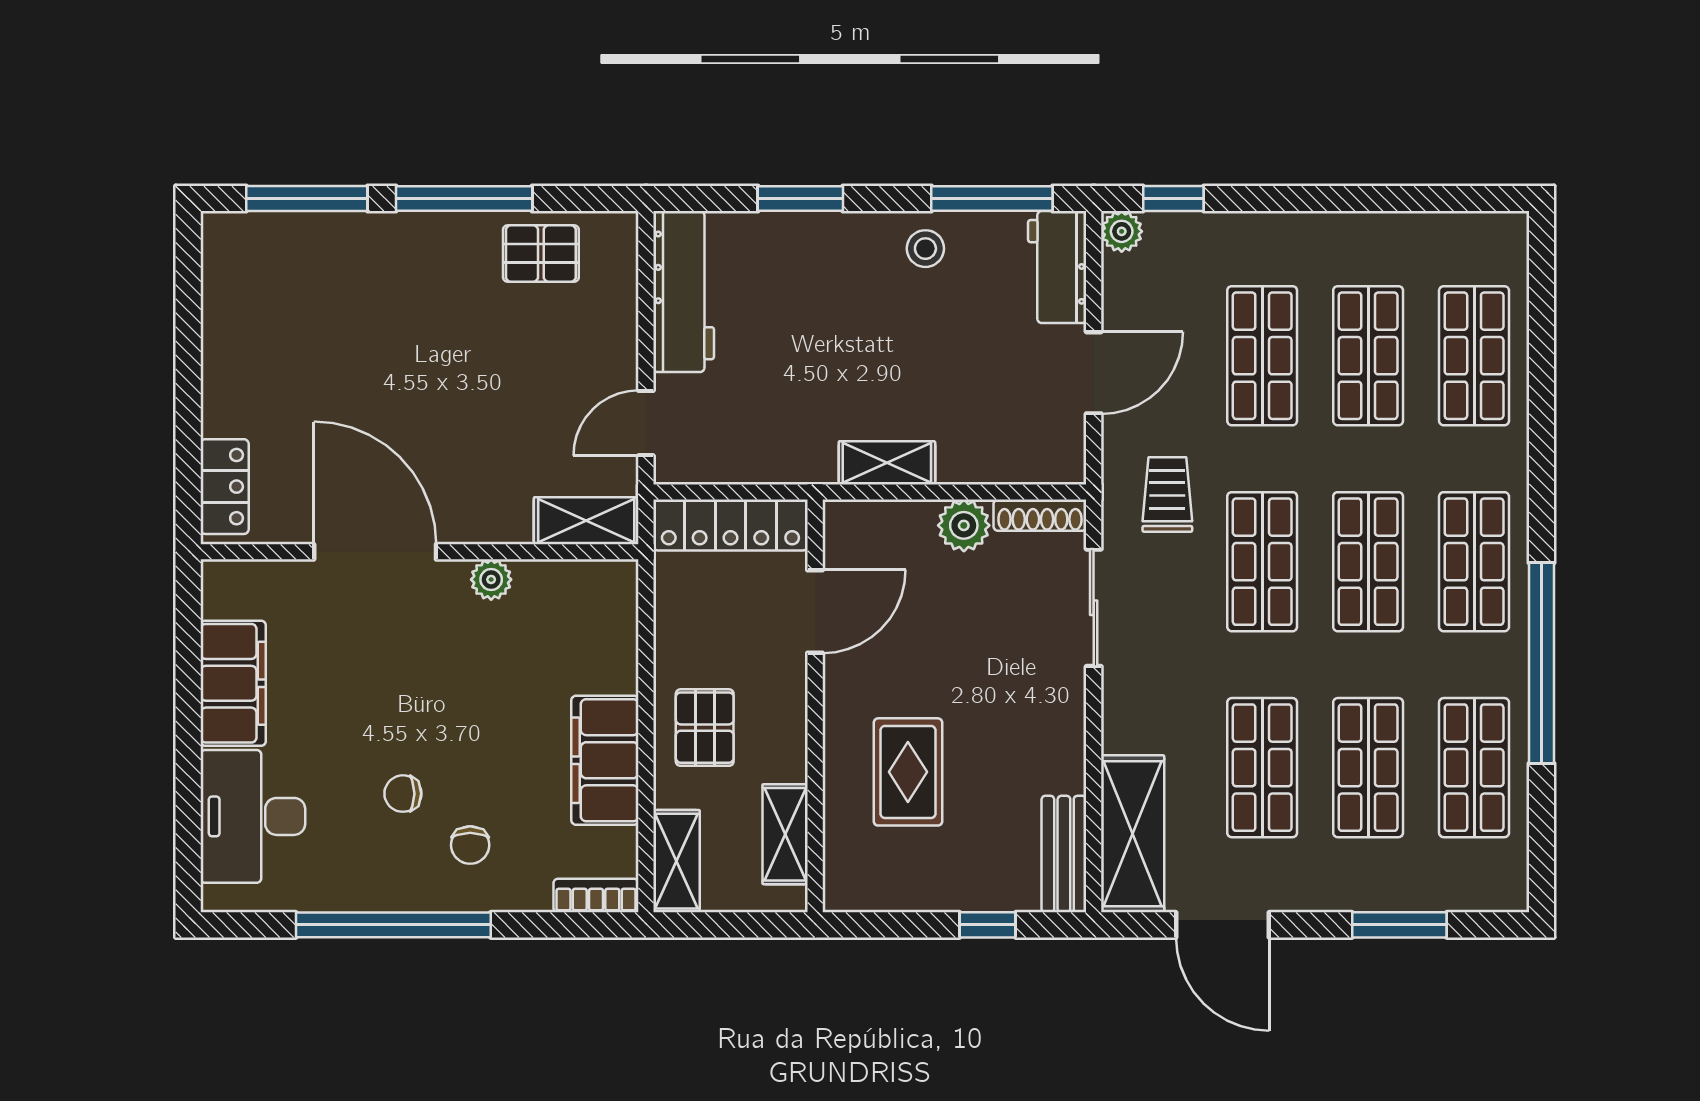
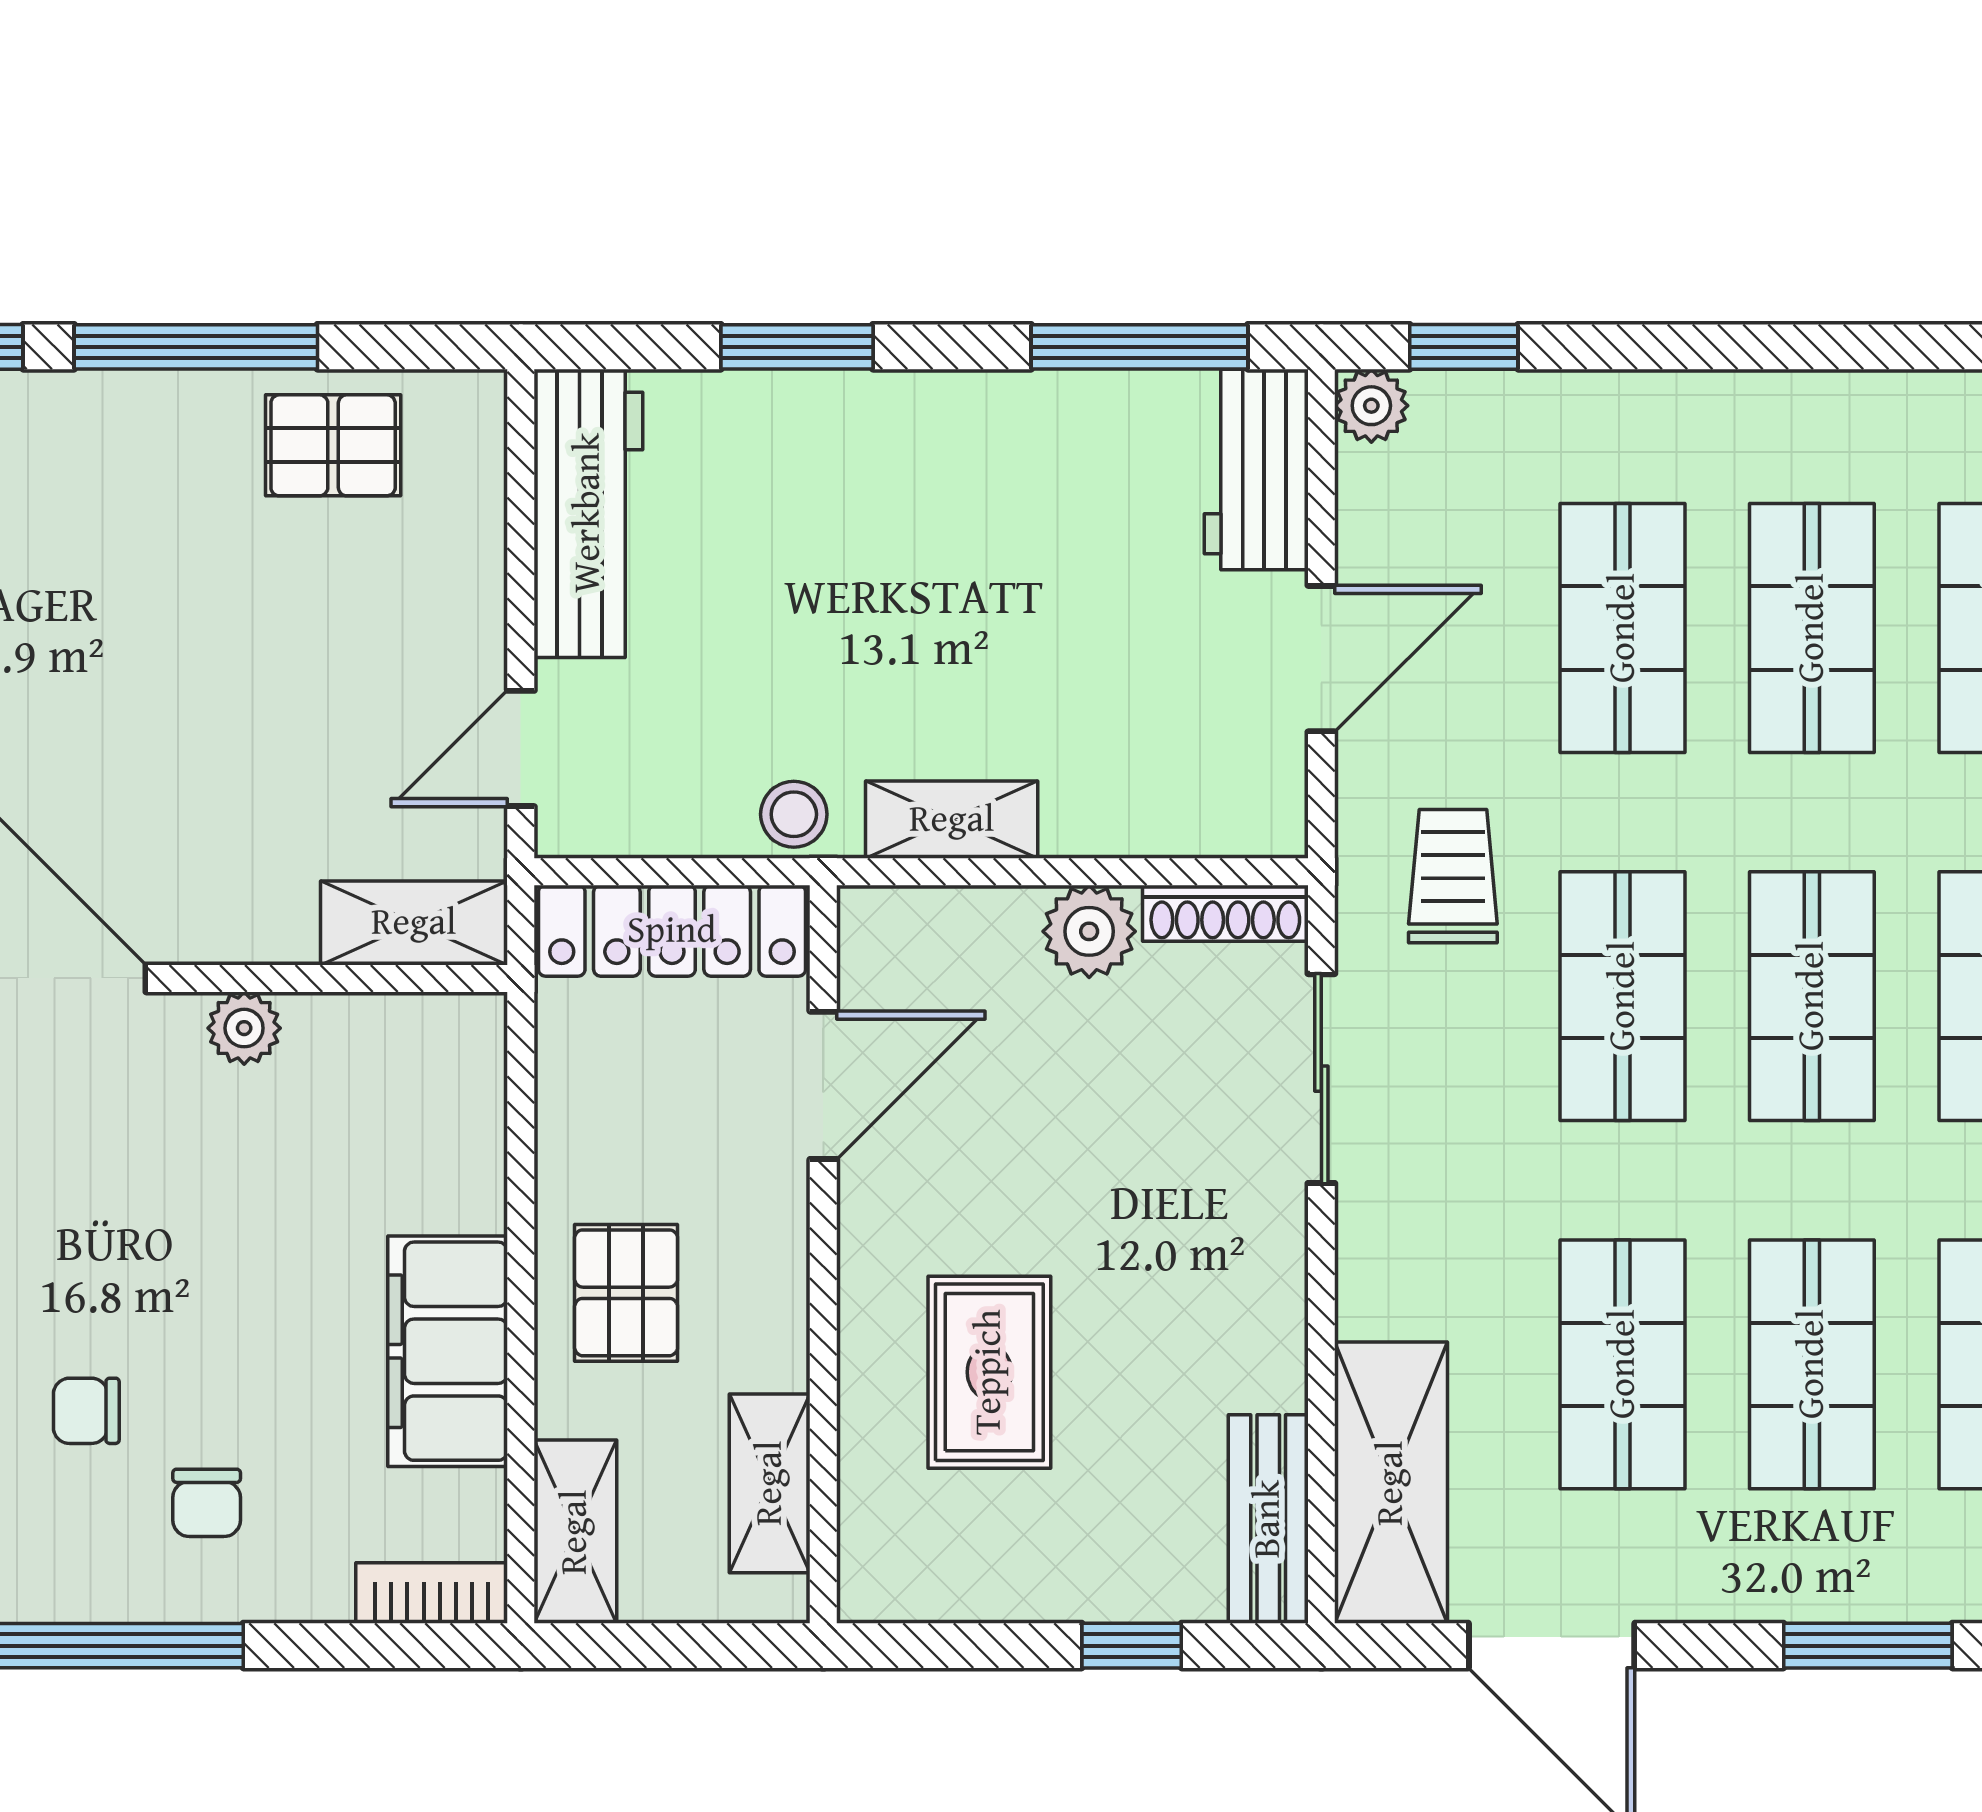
stool: (925, 249) -> (794, 814), moved

